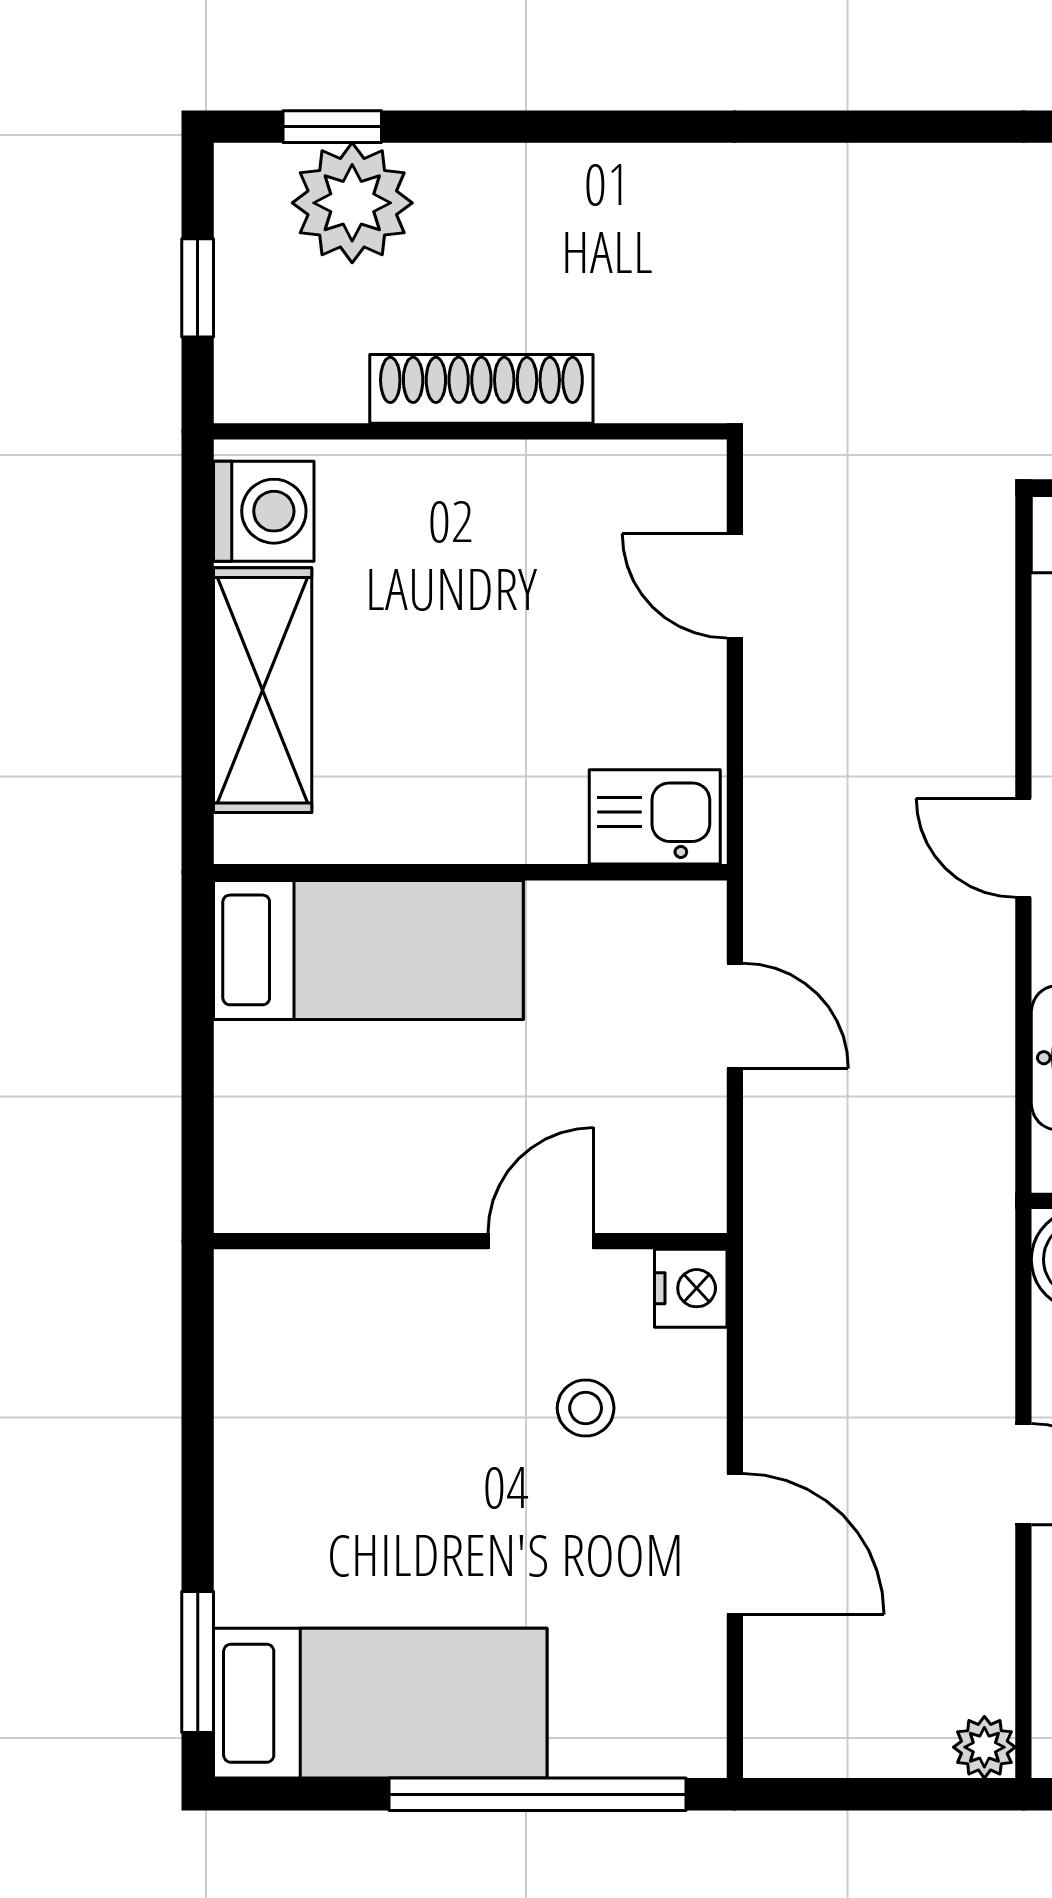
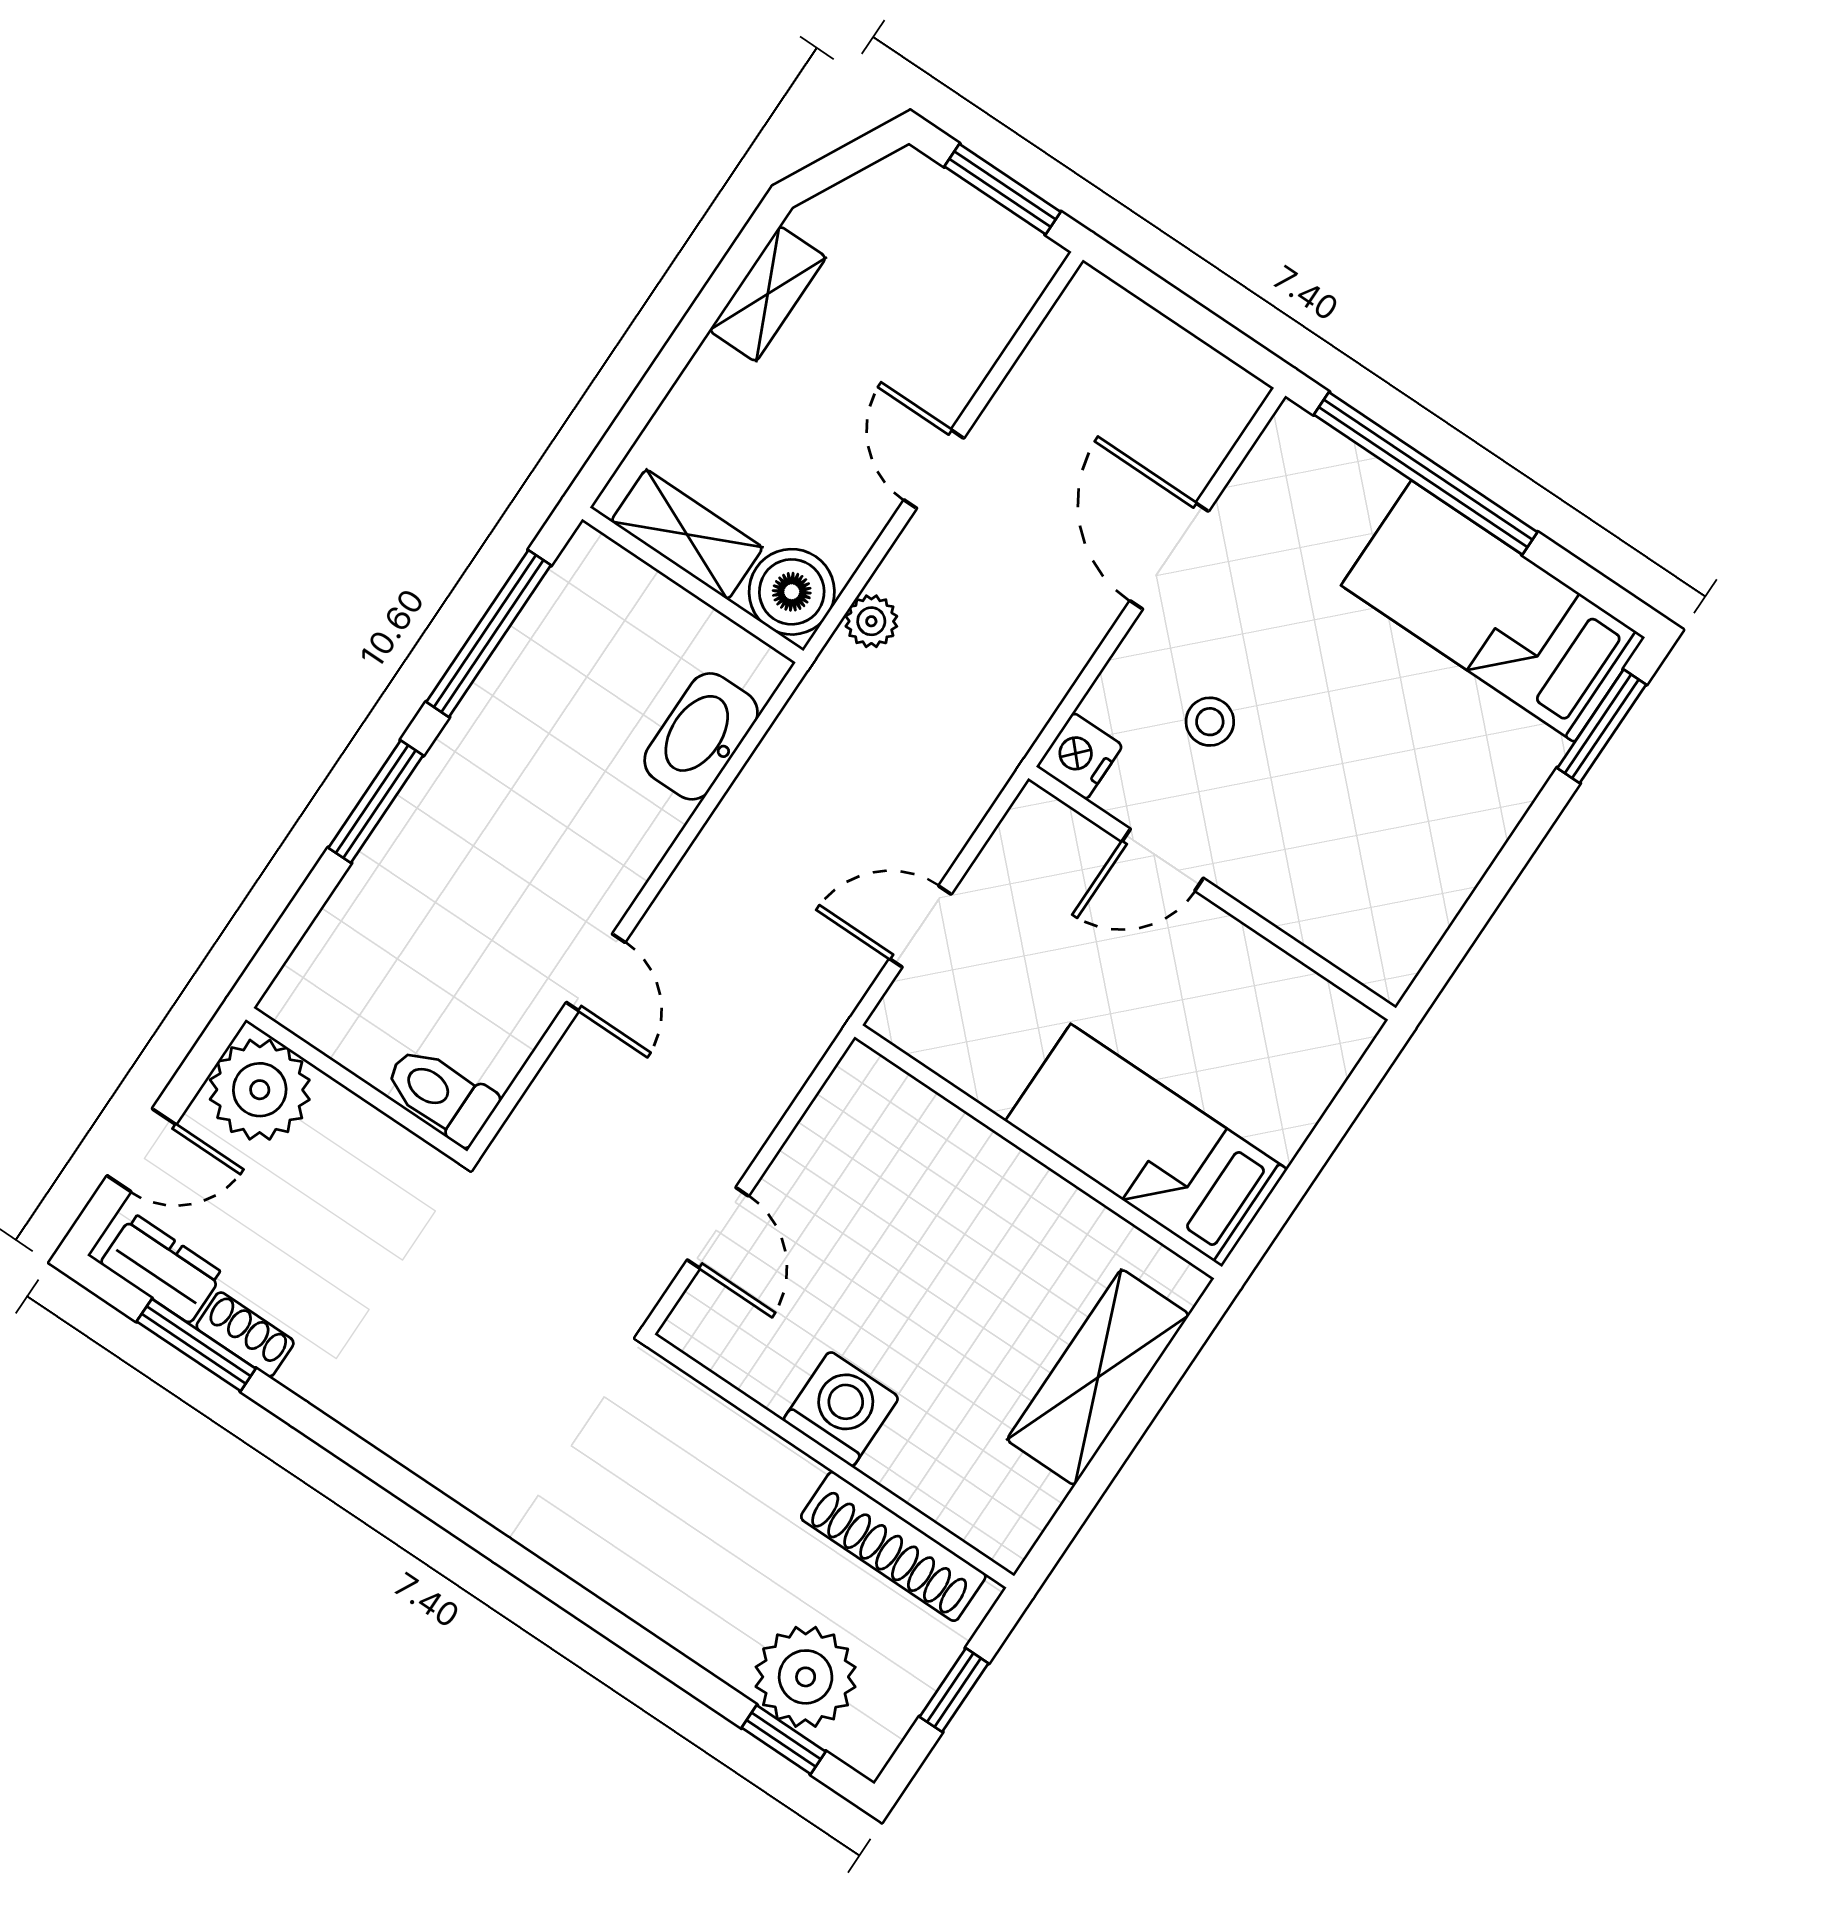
shoe rack: (481, 389) -> (893, 1546), moved
washing machine: (264, 511) -> (841, 1409), moved, turned 90
kitchen sink: (655, 817) -> (883, 1104), removed
door: (1023, 848) -> (596, 972), moved
door: (735, 1016) -> (920, 926), hinge flipped
plant: (984, 1747) -> (871, 621), moved

